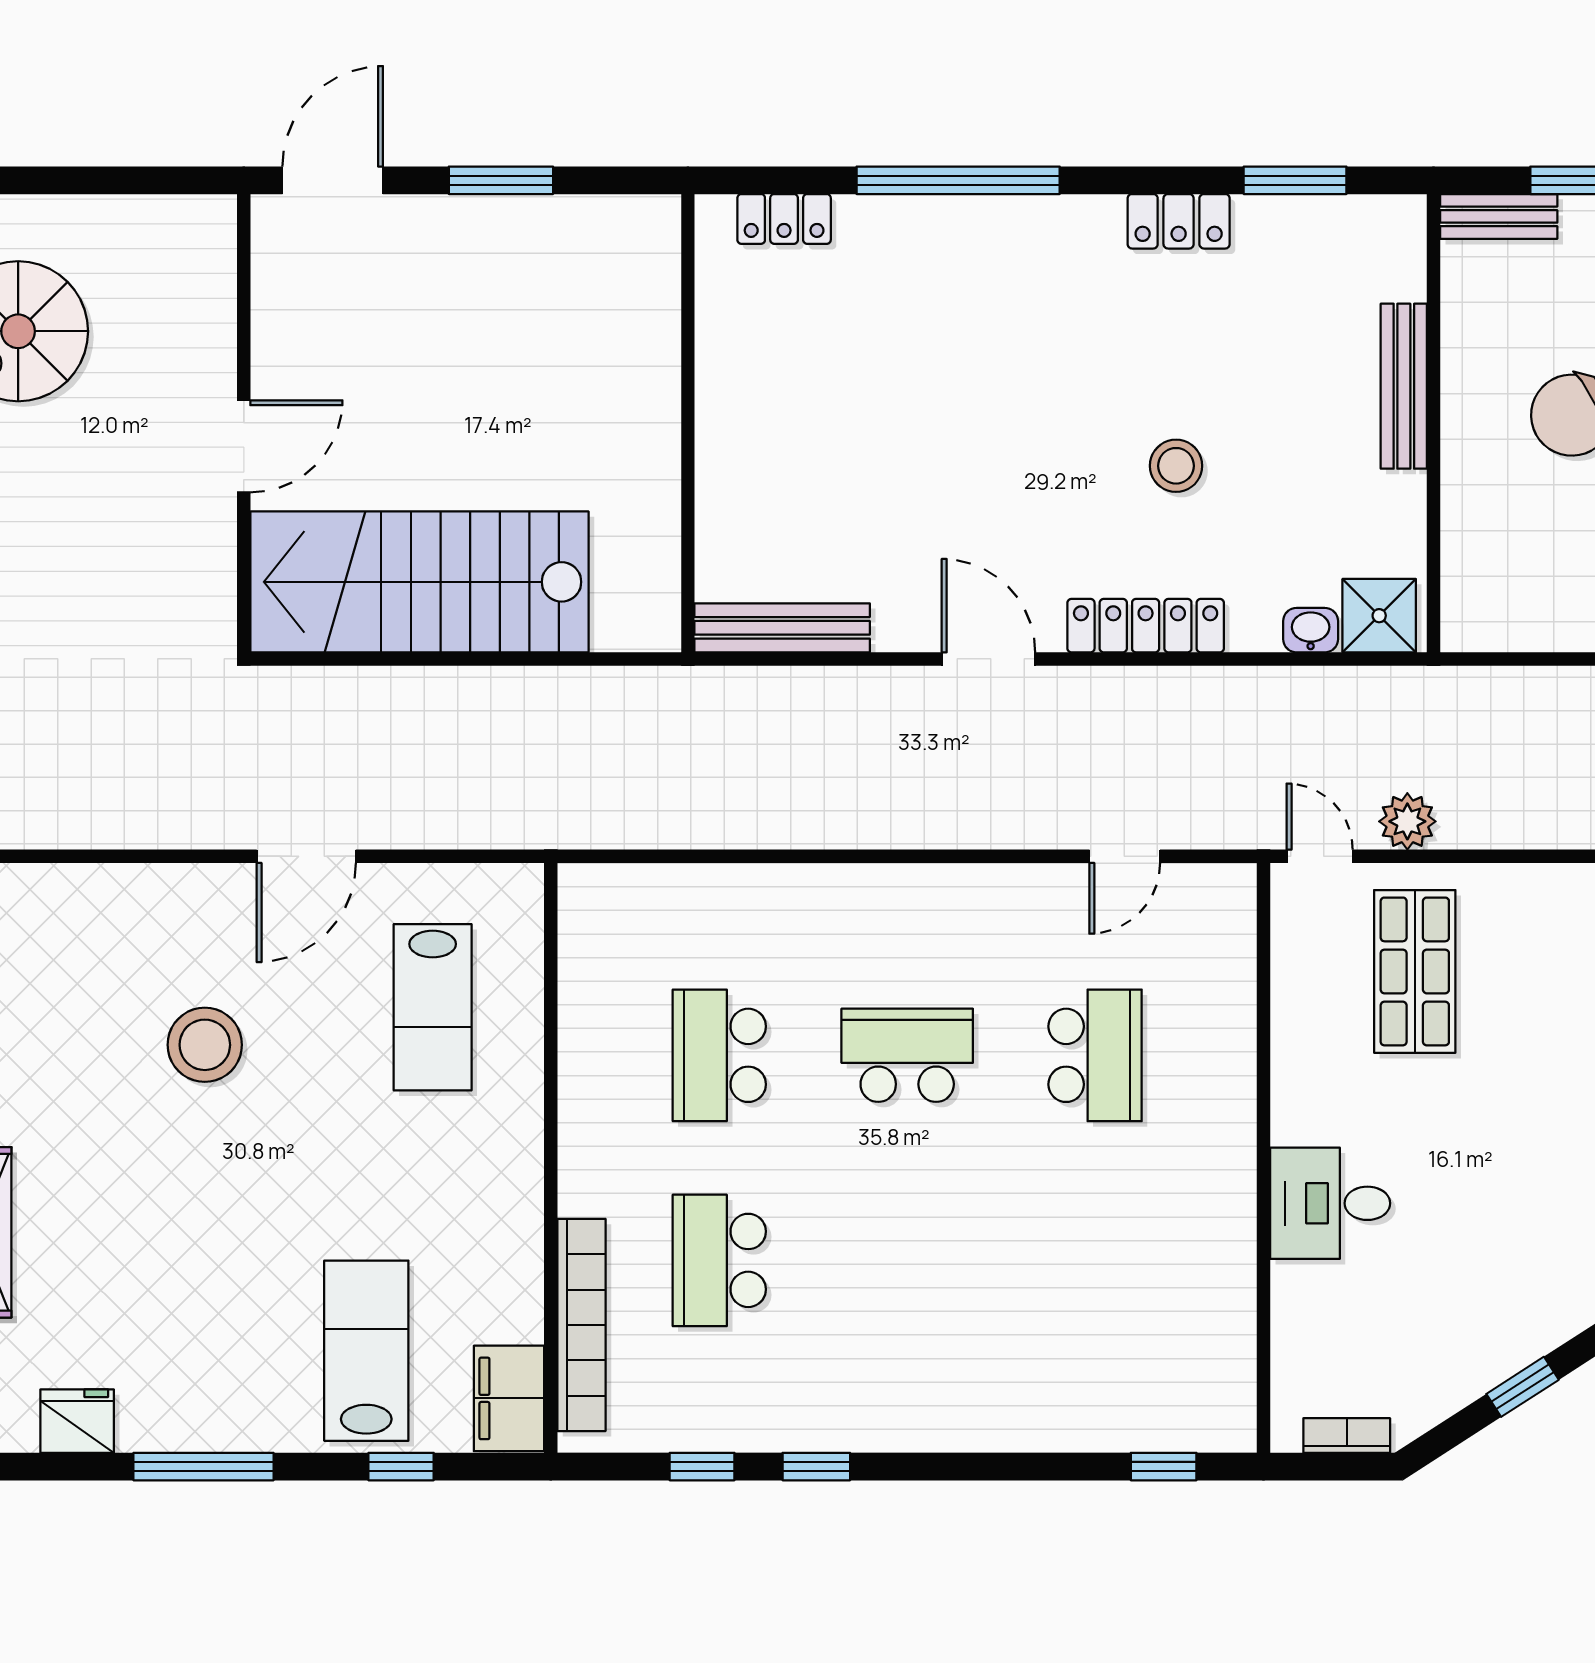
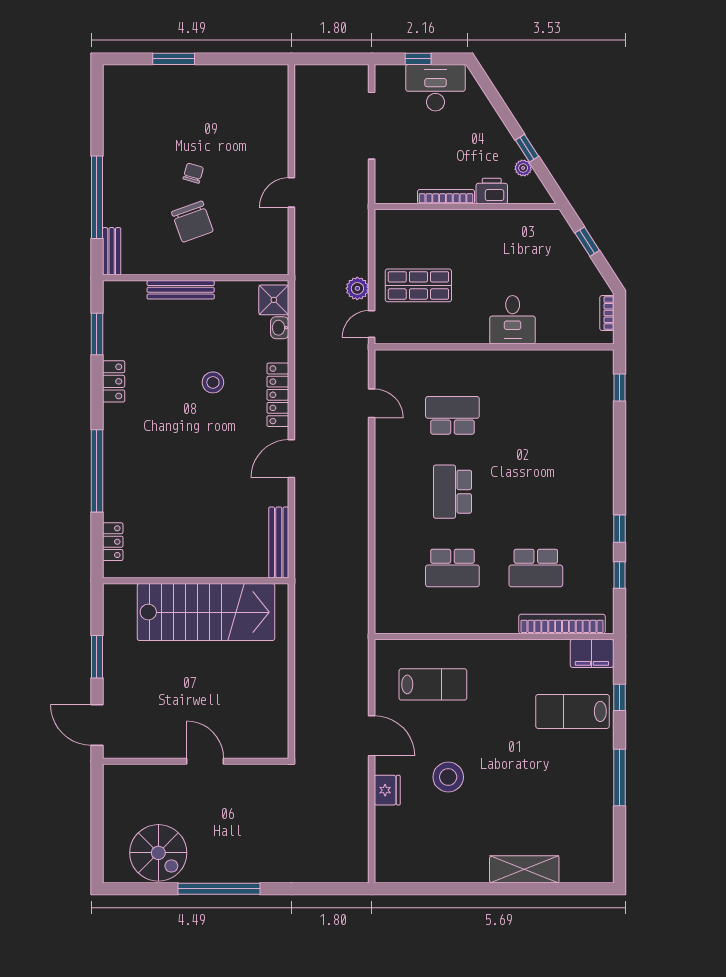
stairs: (419, 582) -> (206, 612), moved, turned -90
fridge: (77, 1421) -> (387, 790), moved, turned 180

